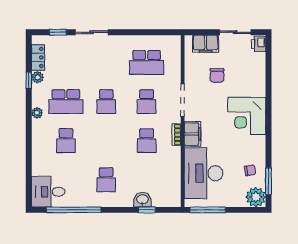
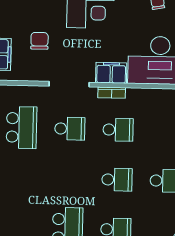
chair: (217, 75) -> (39, 41), turned -90
school desk: (106, 102) -> (117, 180), moved

